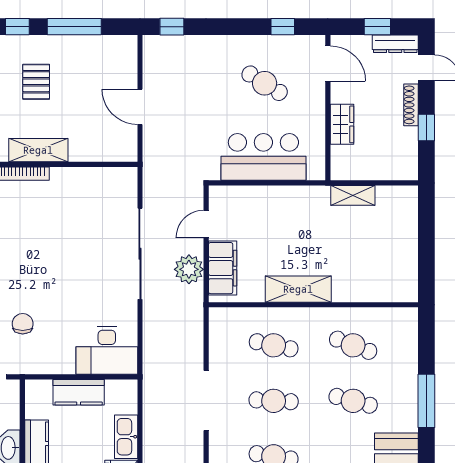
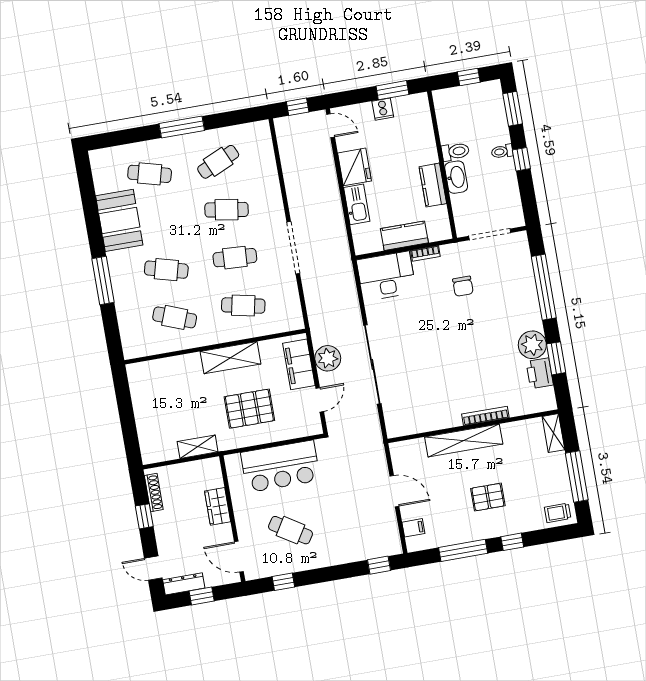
filing cabinet: (126, 62) -> (413, 528), added
pallet: (36, 82) -> (488, 497), turned 90
shoe rack: (411, 105) -> (154, 493), moved
shelving: (38, 150) -> (464, 440), width x1.47
pallet: (287, 228) -> (249, 409), added
bookcase: (58, 368) -> (425, 253), added

